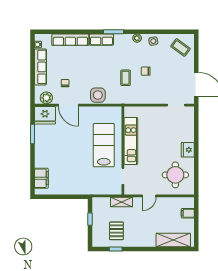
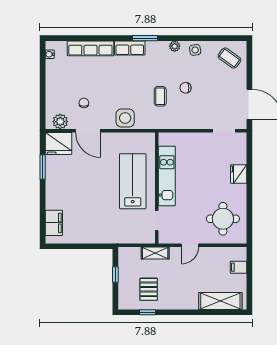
row of seats: (40, 67) -> (53, 83), removed
fridge: (188, 150) -> (239, 174), moved

